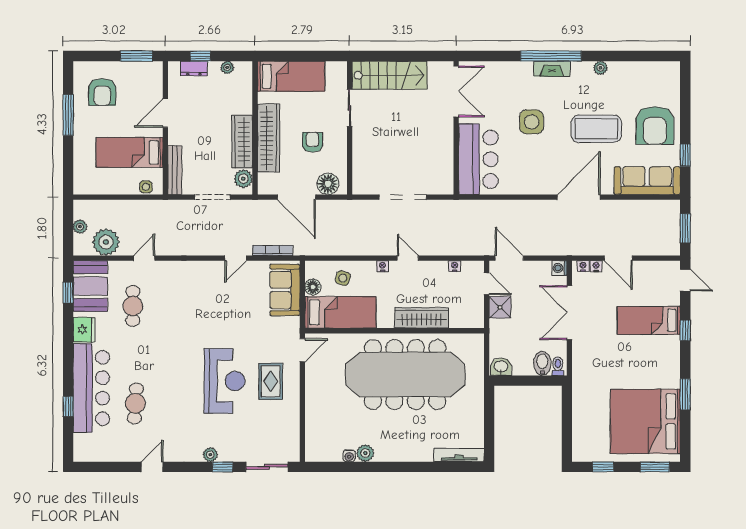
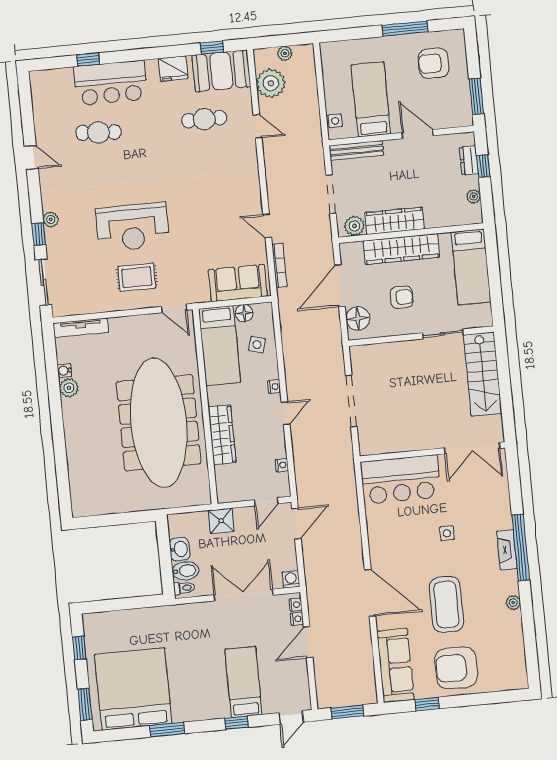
side table: (531, 122) -> (447, 533), width x0.54, depth x0.54
shower: (500, 307) -> (221, 521), moved
washbasin: (501, 367) -> (180, 549), moved
bar counter: (91, 388) -> (111, 83), width x0.73
tv unit: (459, 455) -> (81, 328), moved, turned 90

